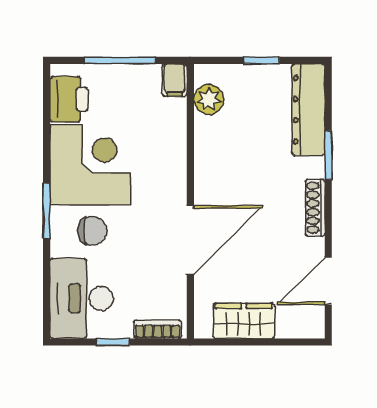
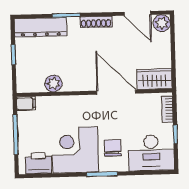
plant: (209, 99) -> (53, 83), moved
wardrobe: (244, 321) -> (154, 79), moved, turned 90
plant: (310, 324) -> (162, 23), added

